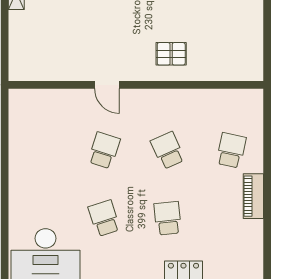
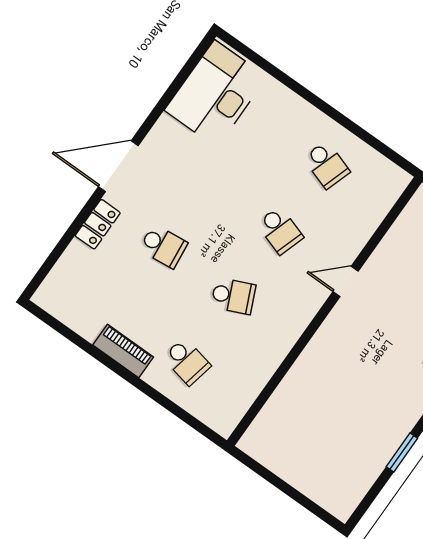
pallet: (171, 54) -> (330, 371), removed
school desk: (104, 218) -> (327, 165), moved, turned 36

